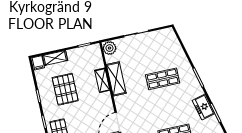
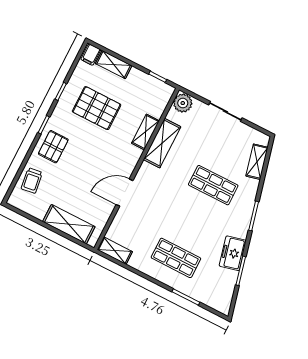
shelving: (176, 47) -> (257, 162), added
pallet: (65, 89) -> (97, 108), turned 90

